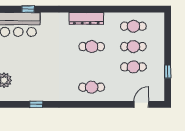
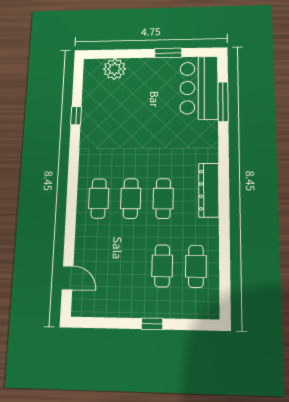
window: (28, 9) -> (223, 102), width x2.17
cafe table: (133, 67) -> (131, 198), moved
window: (168, 72) -> (152, 324), moved

